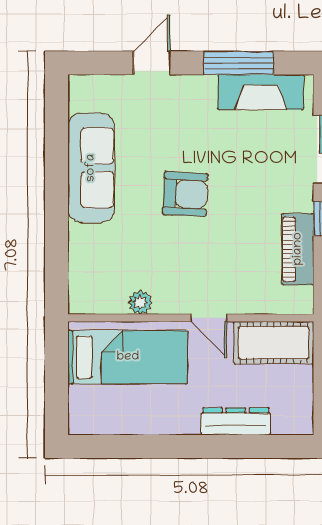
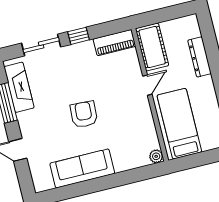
piano: (298, 249) -> (114, 43), moved
plant: (140, 302) -> (156, 156), moved

